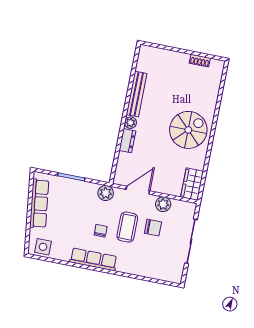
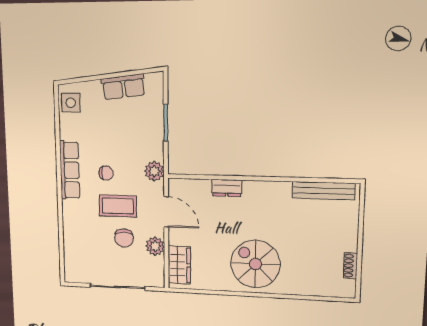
bench: (137, 94) -> (324, 191), moved
plant: (130, 123) -> (251, 188), removed
spiral stairs: (188, 130) -> (255, 264), turned 180
wardrobe: (192, 184) -> (179, 265), moved, turned 90
row of seats: (39, 204) -> (123, 87), width x0.68

